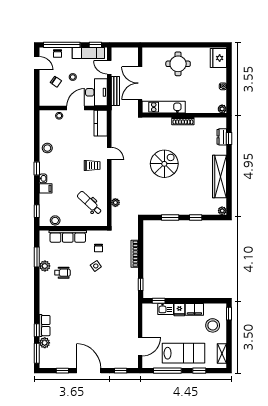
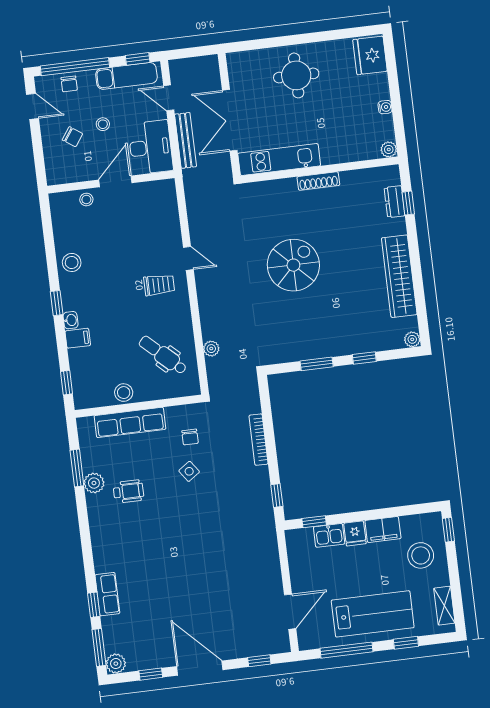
kitchen counter: (101, 123) -> (165, 204), removed
stool: (55, 220) -> (124, 393), moved
plant: (45, 343) -> (116, 664), moved

